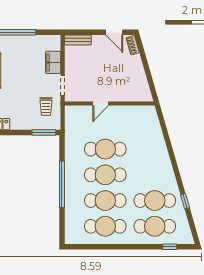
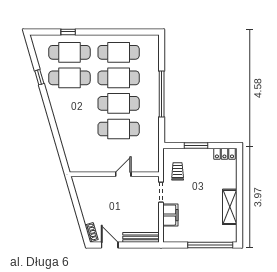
bench: (78, 40) -> (141, 237), width x1.36
window: (44, 132) -> (196, 146), moved
window: (170, 247) -> (68, 32), moved

